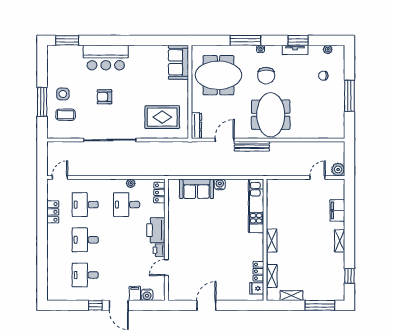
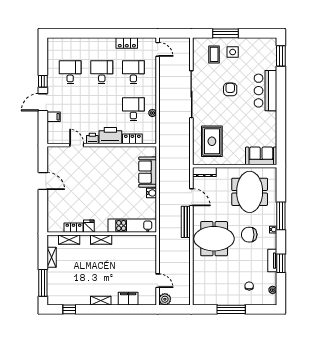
locker: (159, 193) -> (132, 139), moved
fridge: (257, 288) -> (89, 226), moved
water cooler: (147, 295) -> (52, 128), removed

